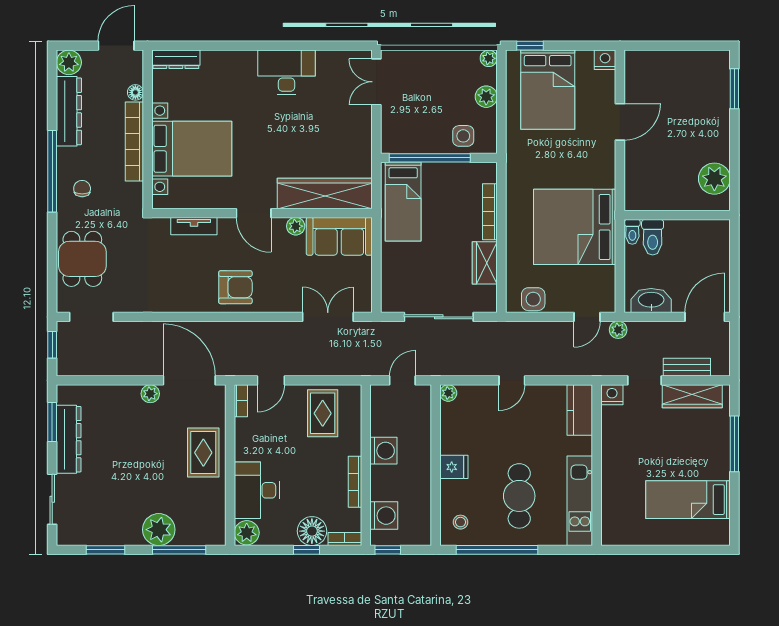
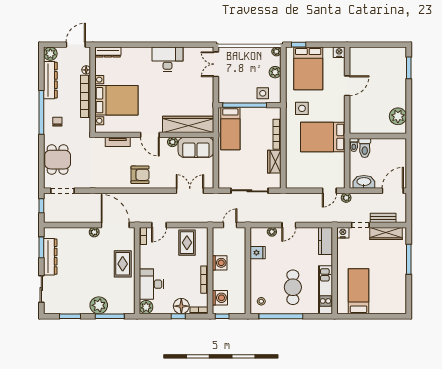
bed: (575, 227) -> (323, 137), width x0.73
side table: (533, 299) -> (302, 108), moved
plant: (448, 393) -> (272, 232), moved
fridge: (454, 467) -> (258, 253), moved
bed: (688, 500) -> (359, 291), moved, turned 90

